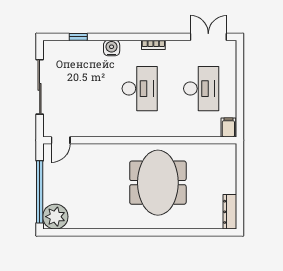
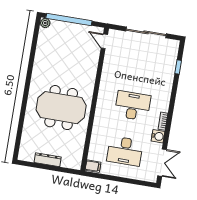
water cooler: (112, 48) -> (158, 136), moved
desk: (140, 89) -> (133, 106), turned 180
dresser: (230, 212) -> (48, 160), moved
plant: (55, 217) -> (45, 23), width x0.53, depth x0.53

